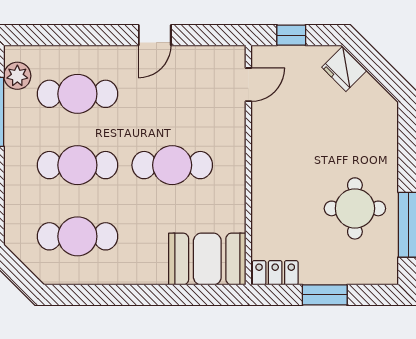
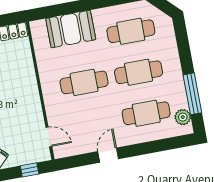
door: (248, 85) -> (49, 137), swing flipped
booth: (207, 259) -> (71, 29), moved

